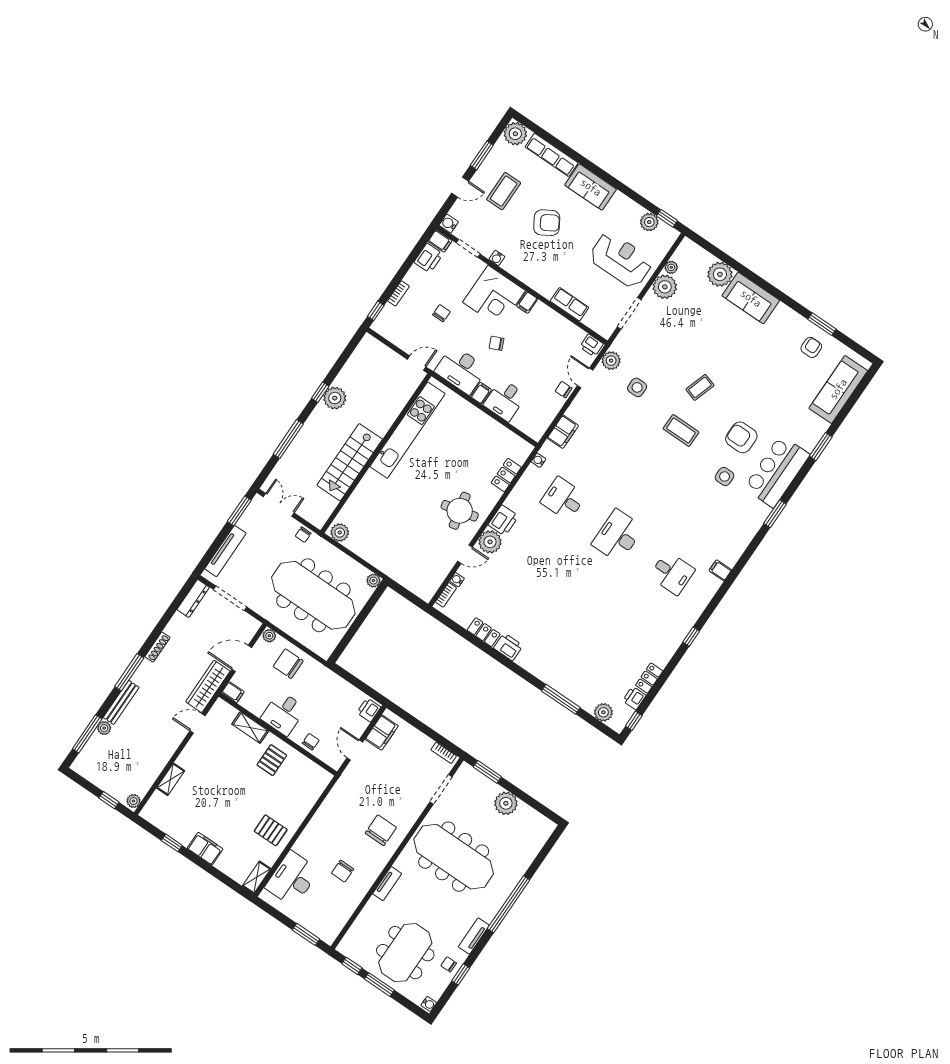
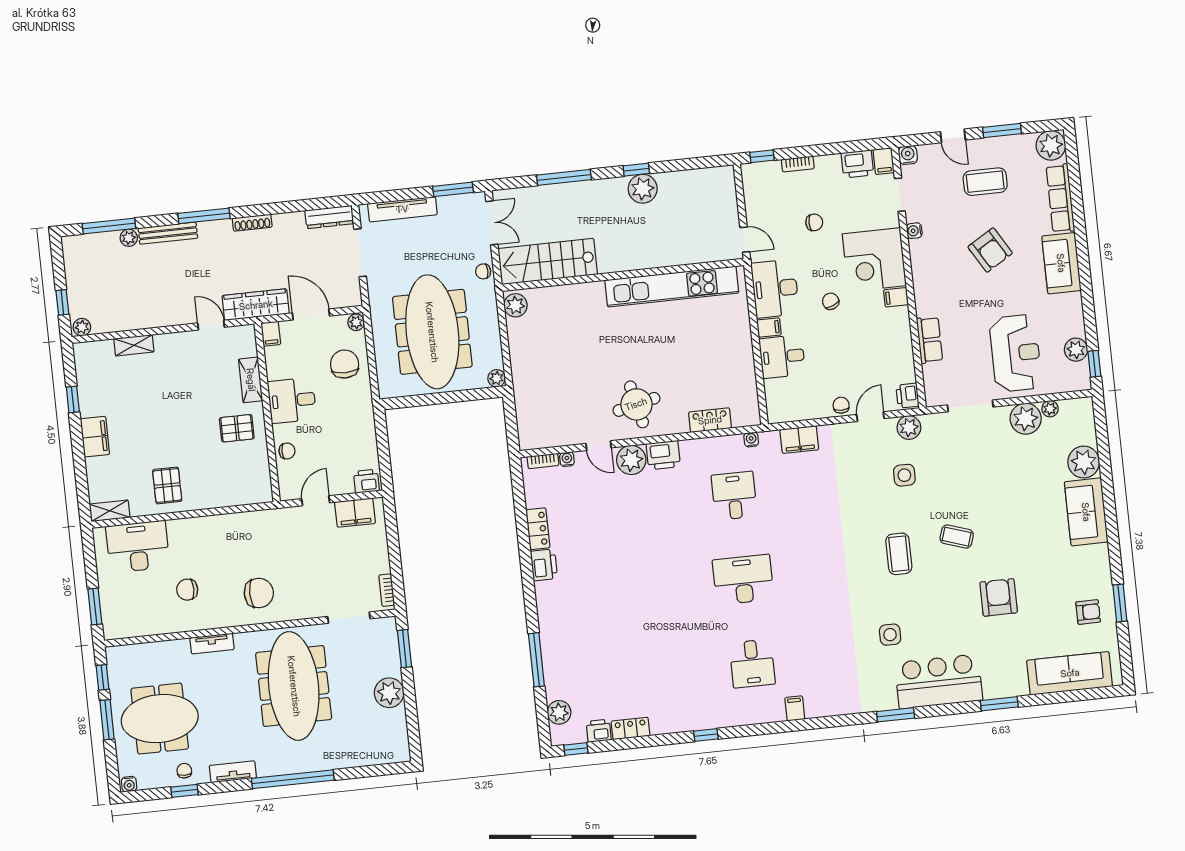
armchair: (741, 437) -> (999, 597), moved
stairs: (350, 462) -> (548, 262), moved

